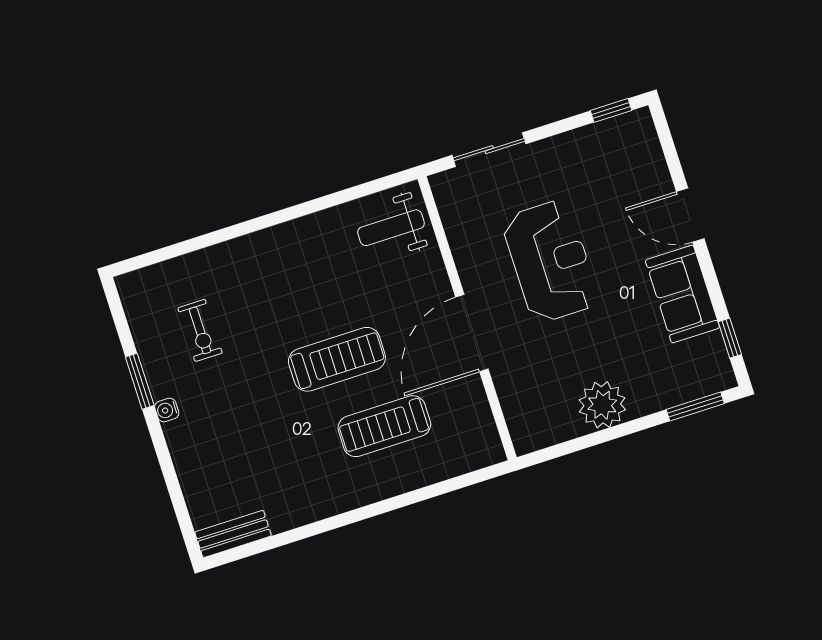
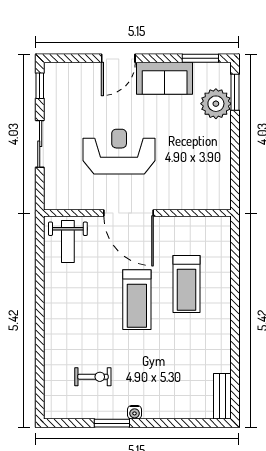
sliding door: (489, 150) -> (40, 144), moved
door: (472, 333) -> (129, 213), moved
window: (730, 338) -> (200, 58), width x1.50
treadmill: (337, 359) -> (137, 300), turned 180
plant: (602, 405) -> (216, 104), moved

